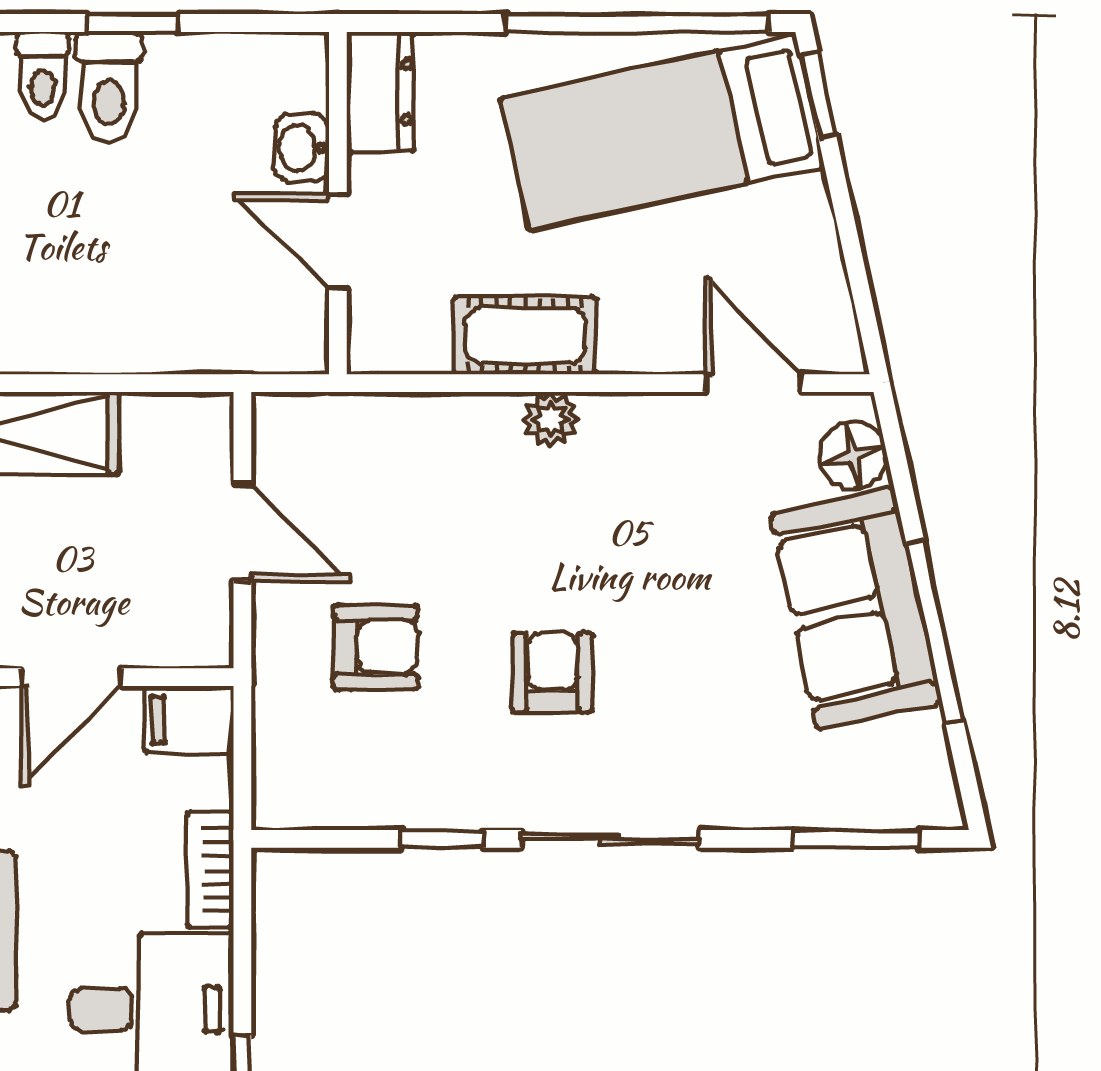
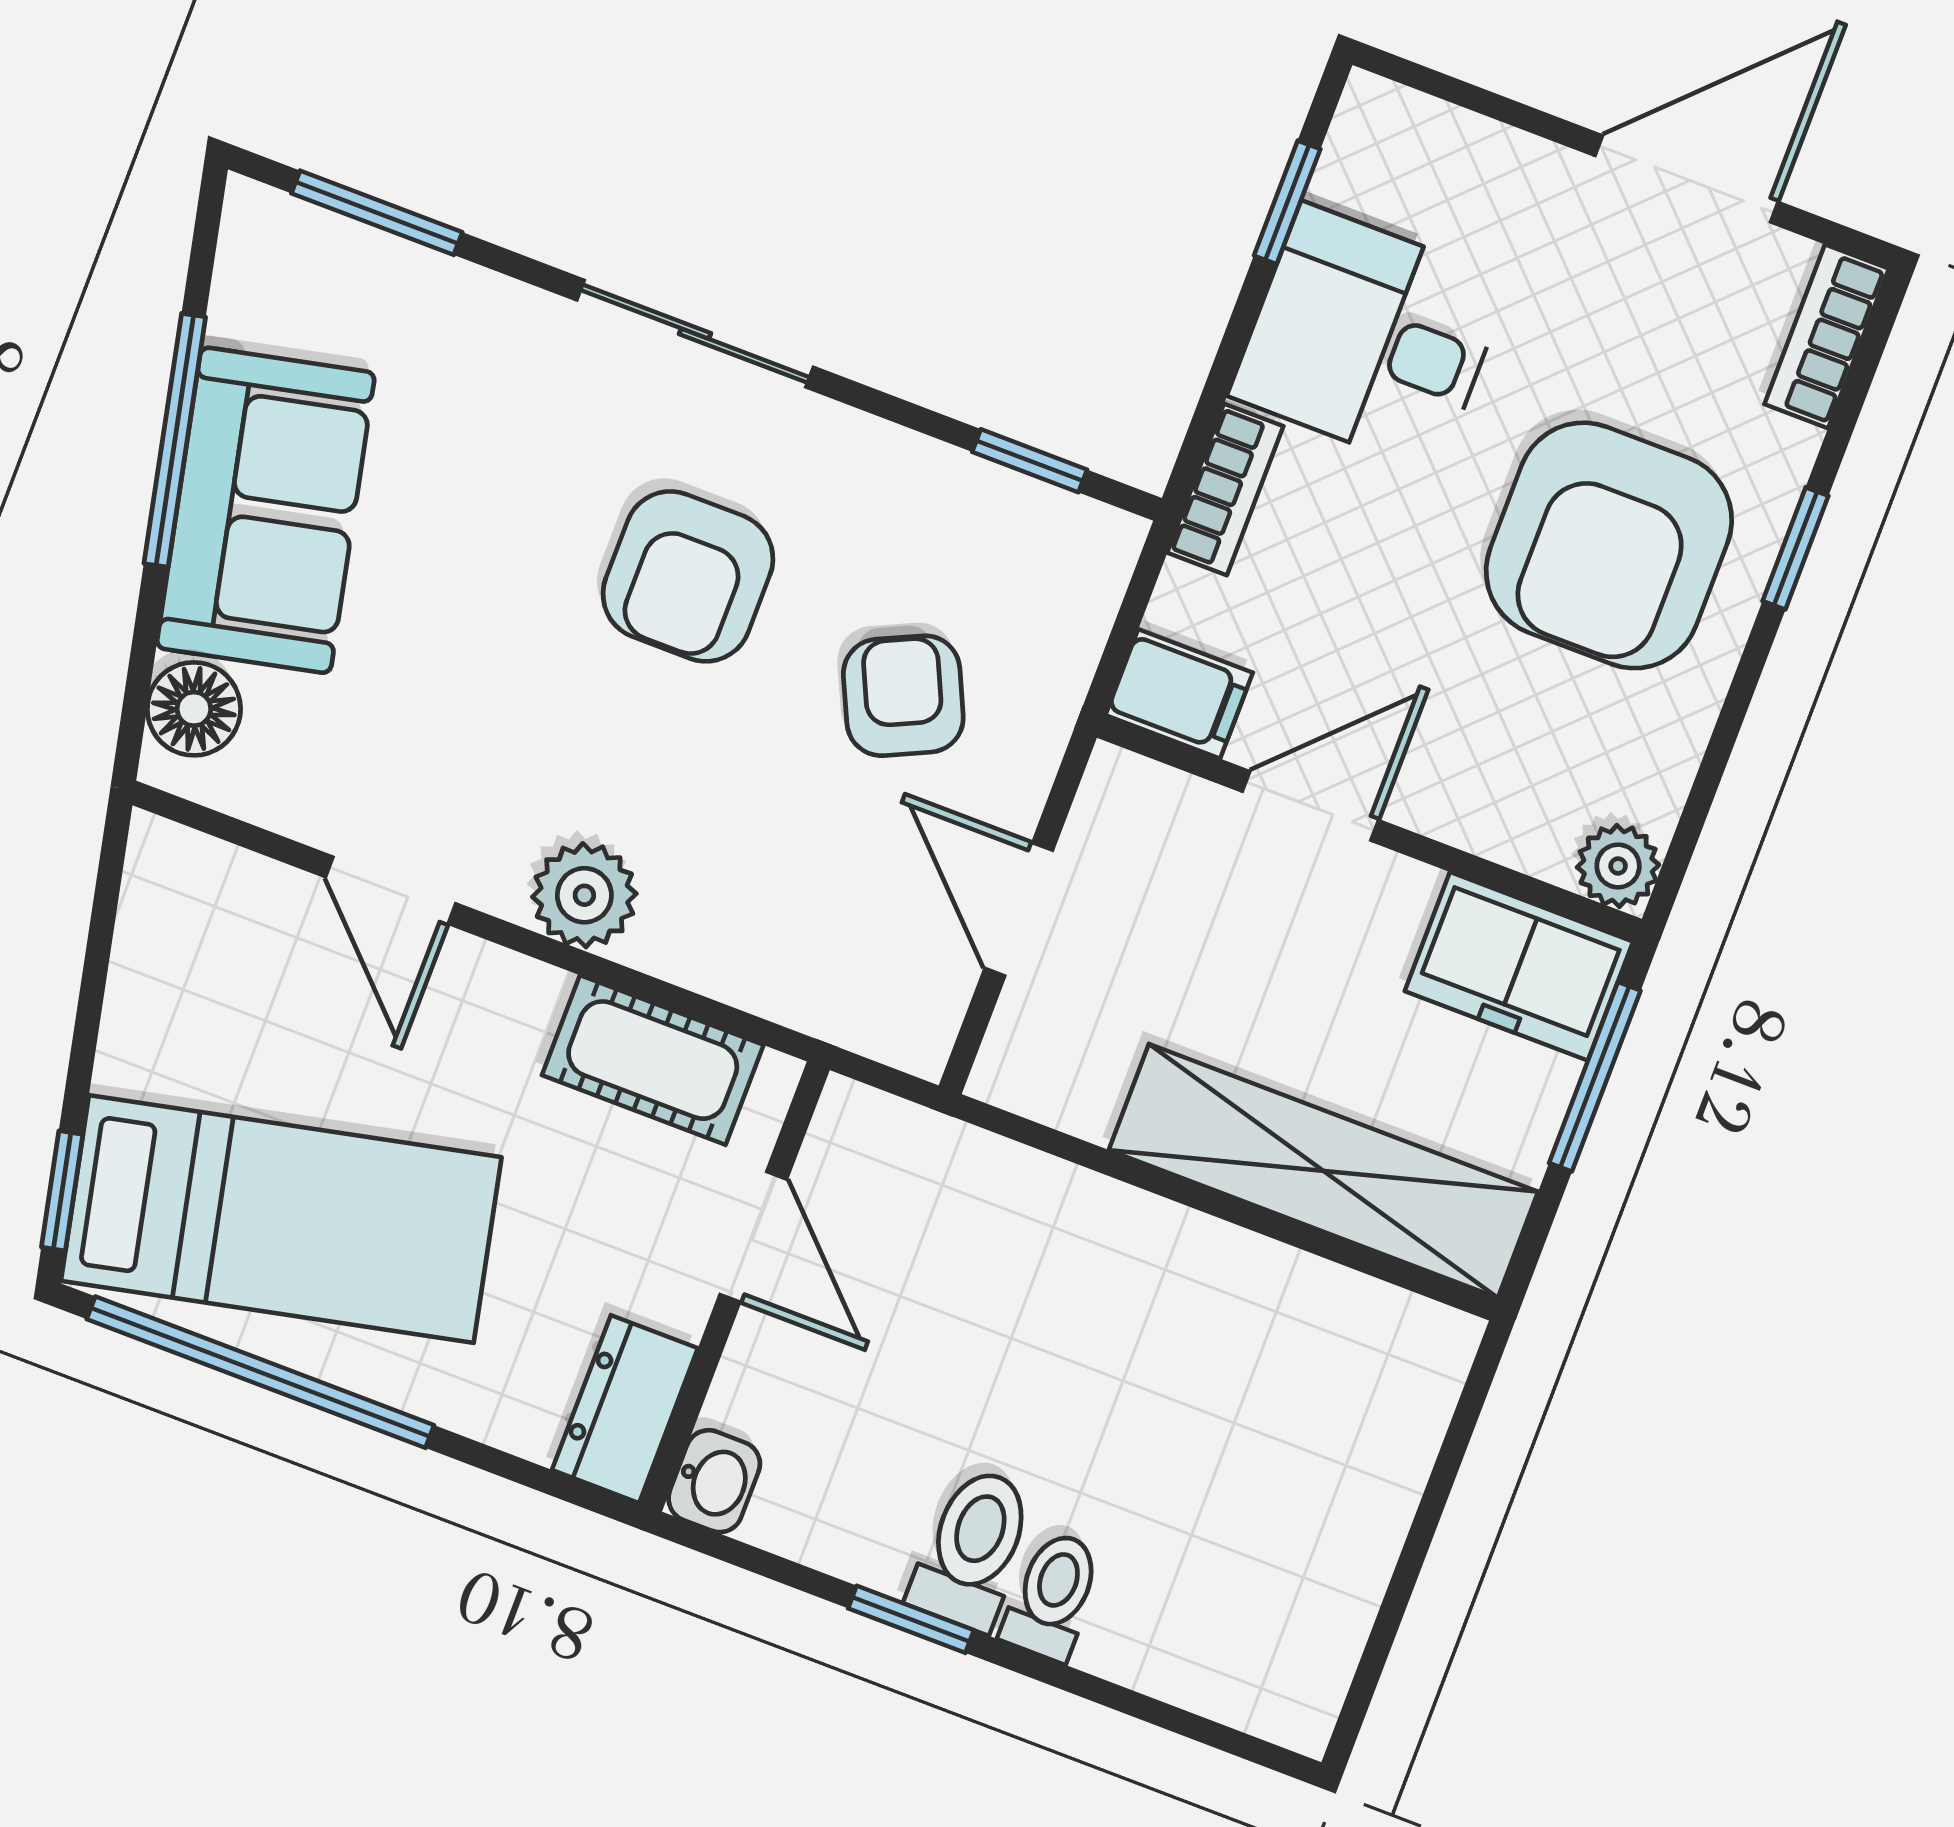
washbasin: (301, 147) -> (714, 1481), moved
cot: (525, 336) -> (653, 1060), moved
door: (754, 383) -> (391, 890), moved
plant: (551, 419) -> (584, 895), width x1.38, depth x1.38
armchair: (376, 647) -> (903, 696), turned 65
armchair: (552, 673) -> (688, 576), width x1.38, depth x1.38
window: (442, 839) -> (1030, 461), moved

